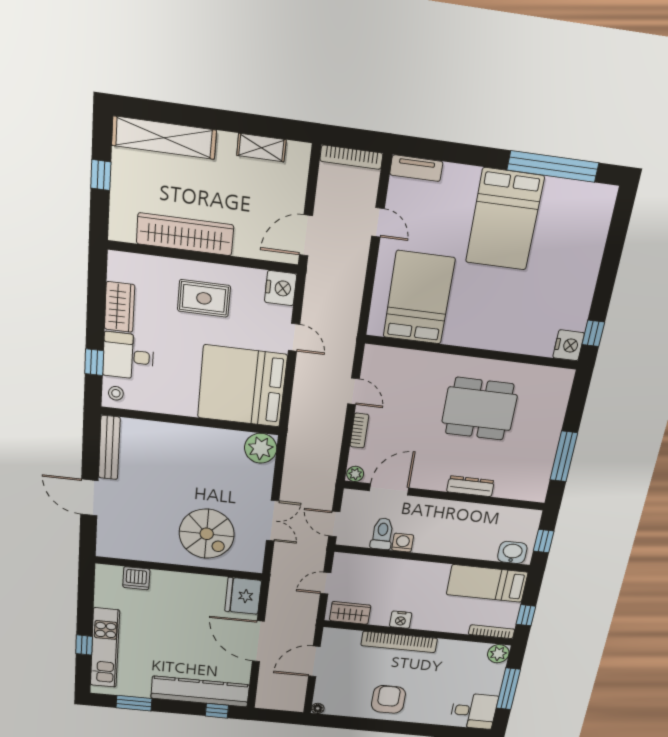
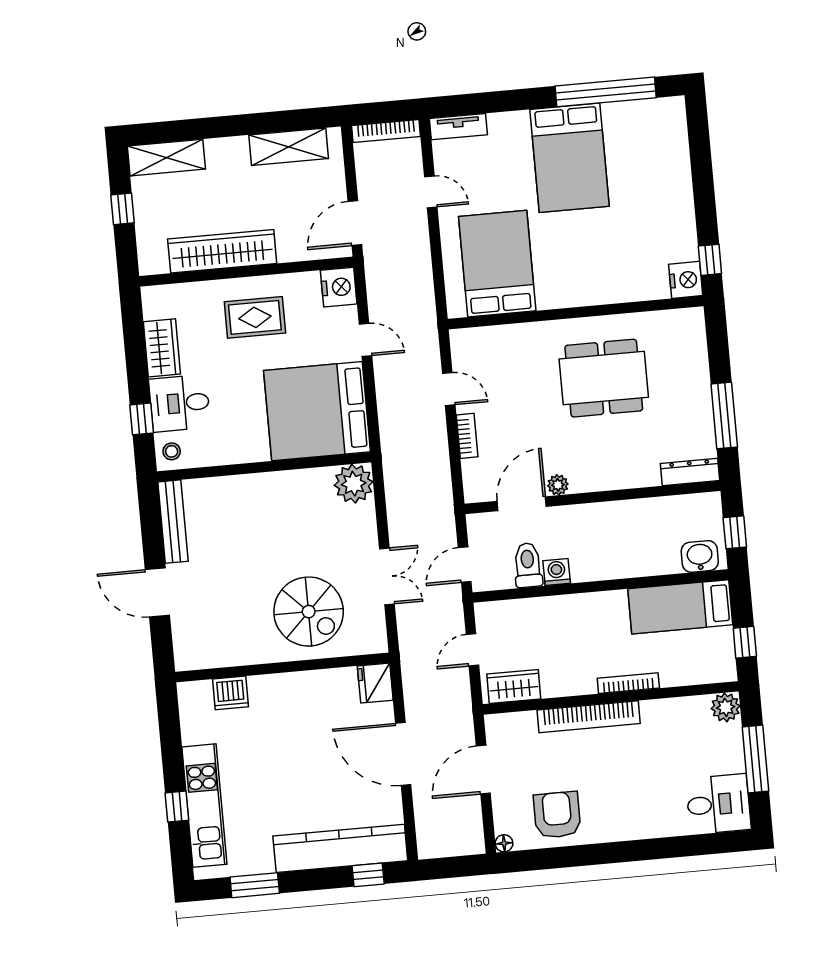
shelving: (164, 138) -> (166, 158), width x0.68
shelving: (261, 148) -> (289, 147), width x1.50, depth x1.33
plant: (355, 474) -> (558, 485), moved
dresser: (471, 486) -> (690, 472), moved
door: (334, 524) -> (465, 565), hinge flipped
fridge: (243, 596) -> (375, 683), width x0.73, depth x0.75
nightstand: (401, 620) -> (582, 683), removed
bookcase: (492, 632) -> (628, 683), moved
armchair: (388, 699) -> (557, 815), moved

